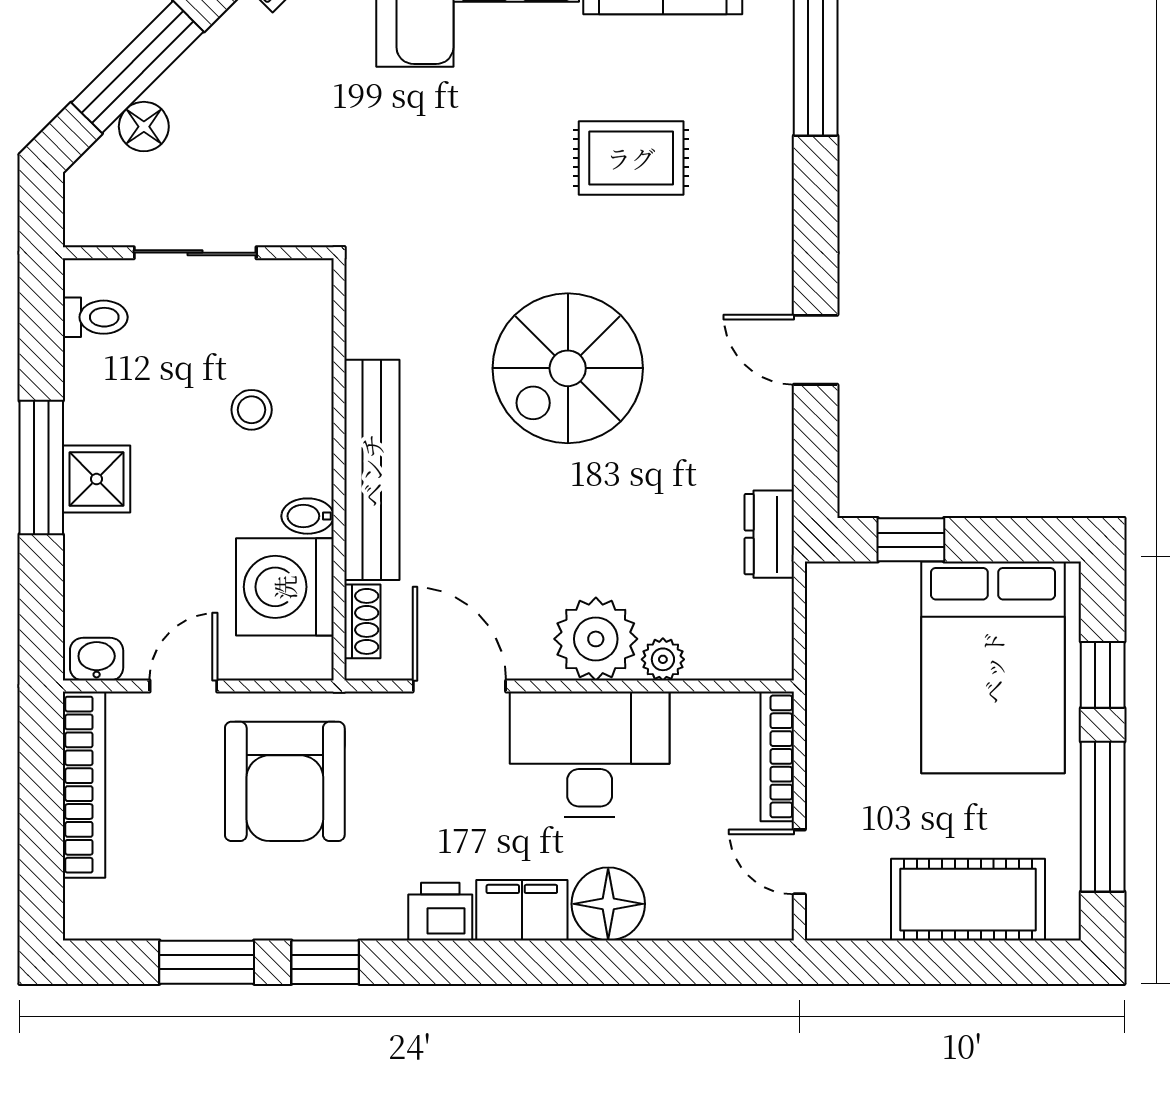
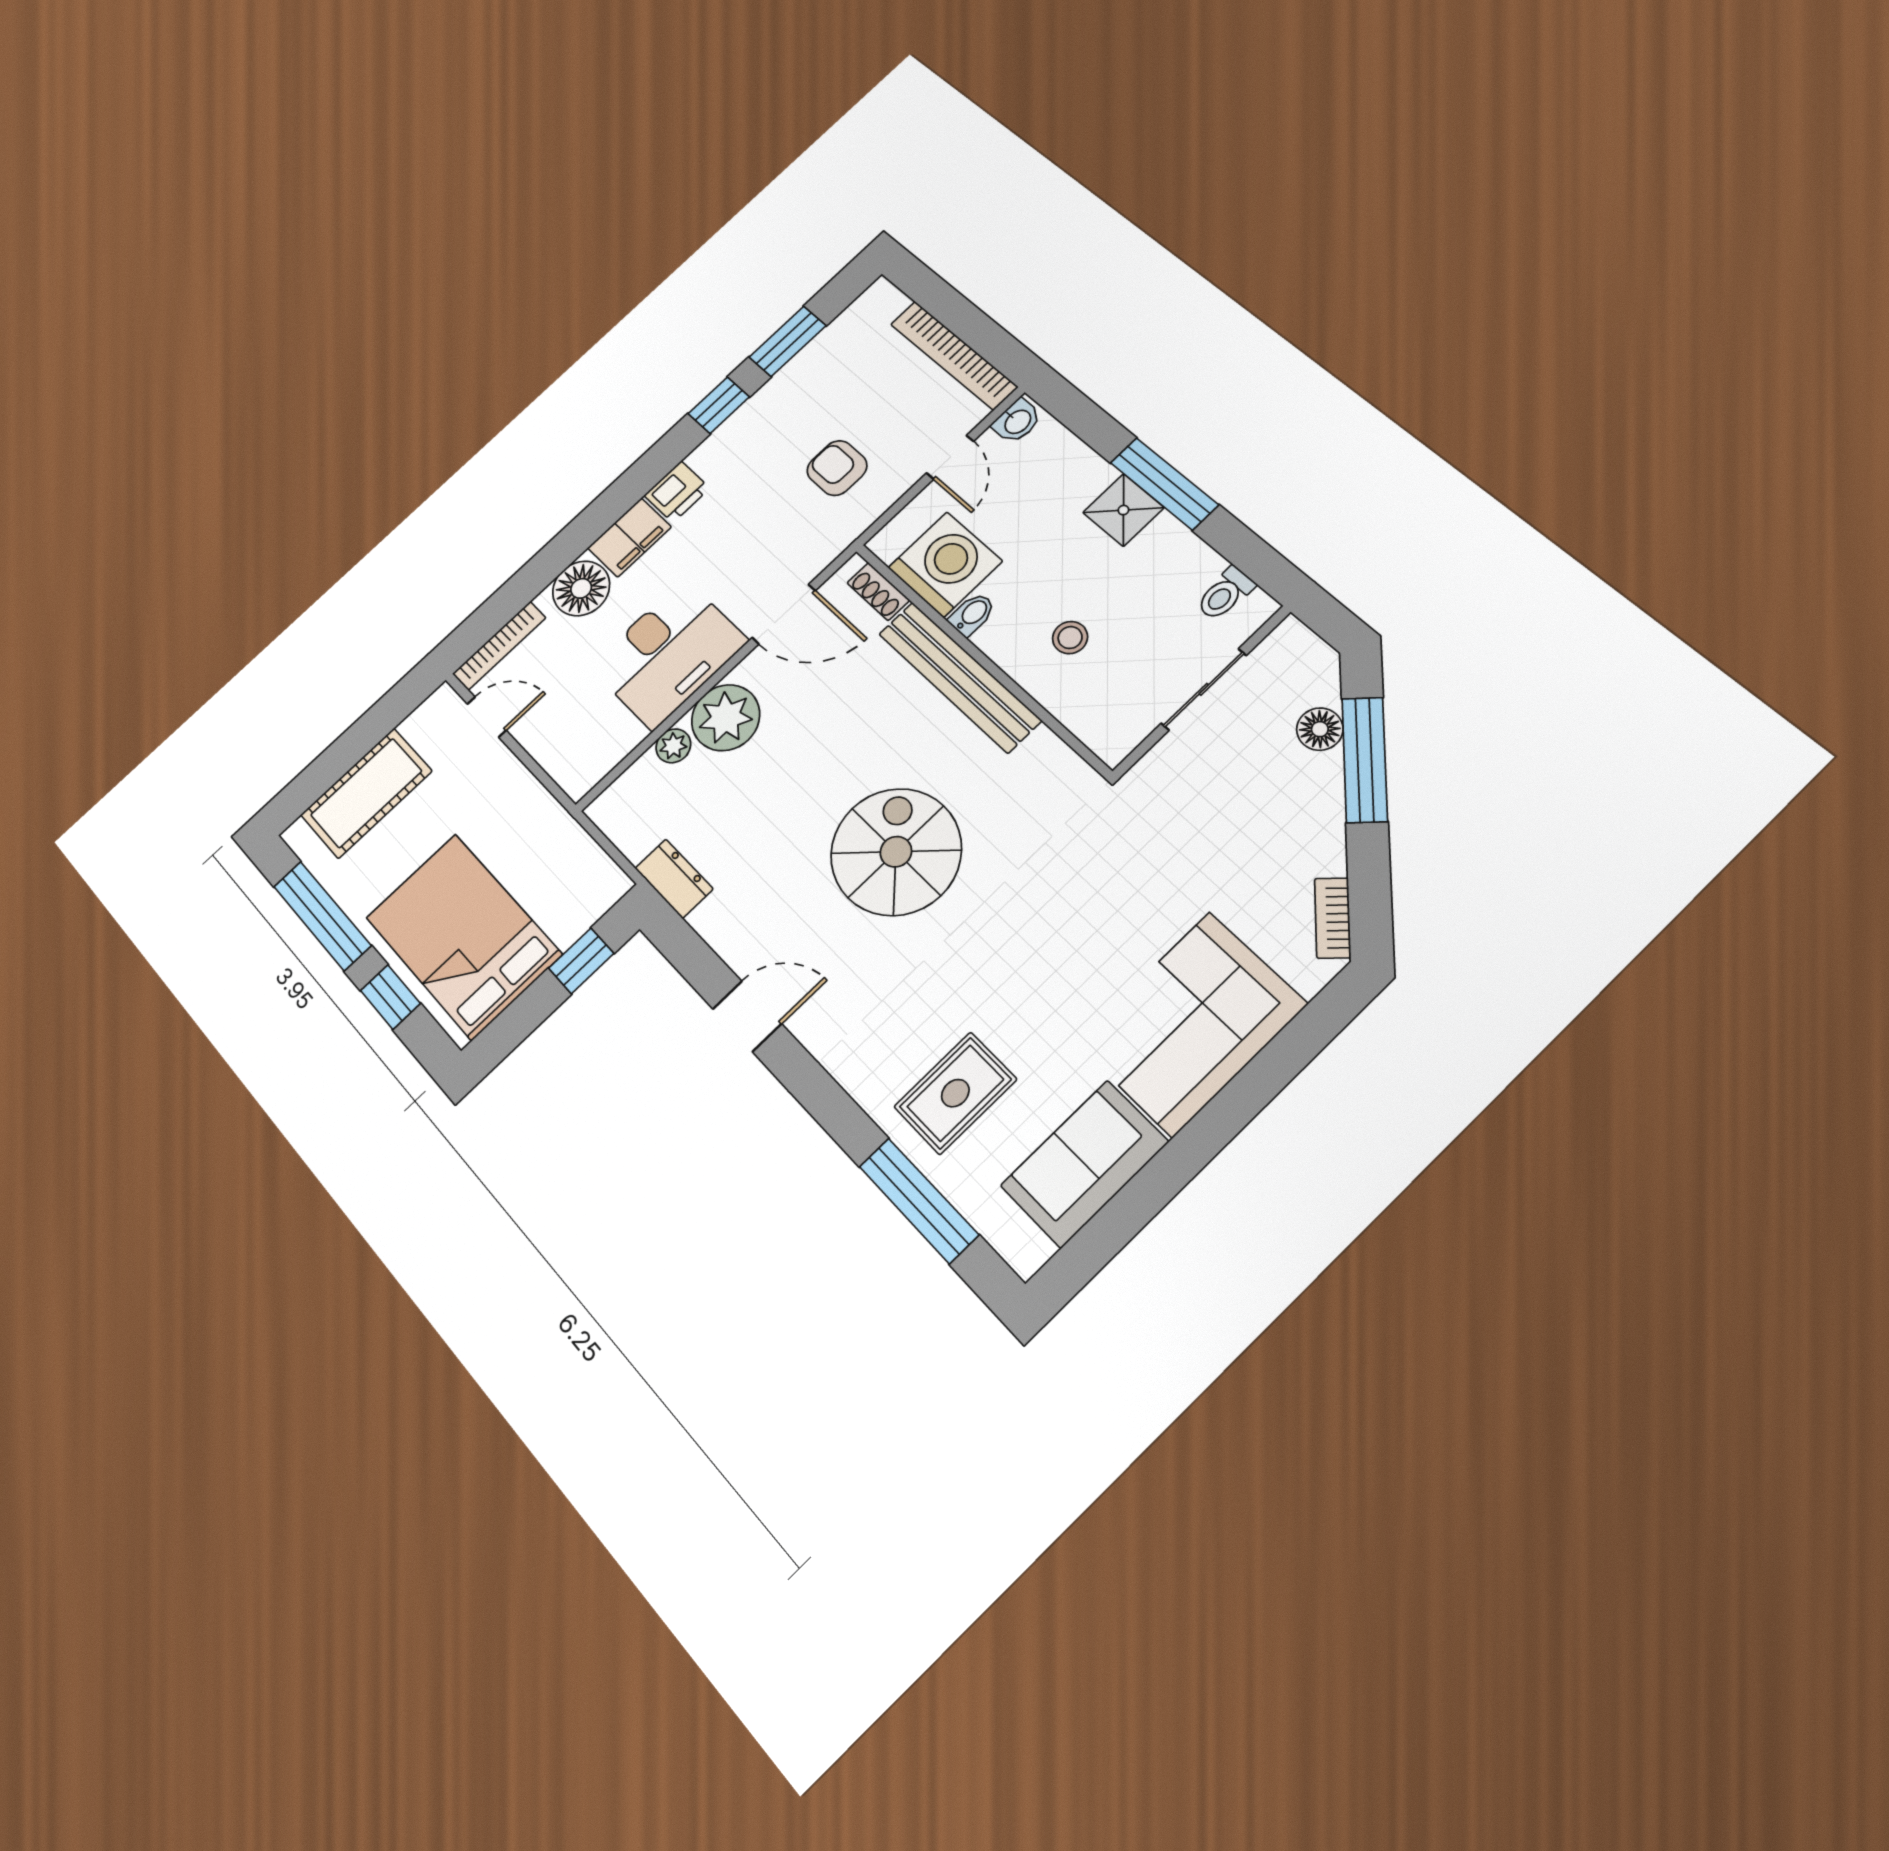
rug: (631, 158) -> (955, 1093), moved
bookcase: (777, 756) -> (499, 646), moved, turned 90
armchair: (285, 781) -> (837, 468), width x0.53, depth x0.53

